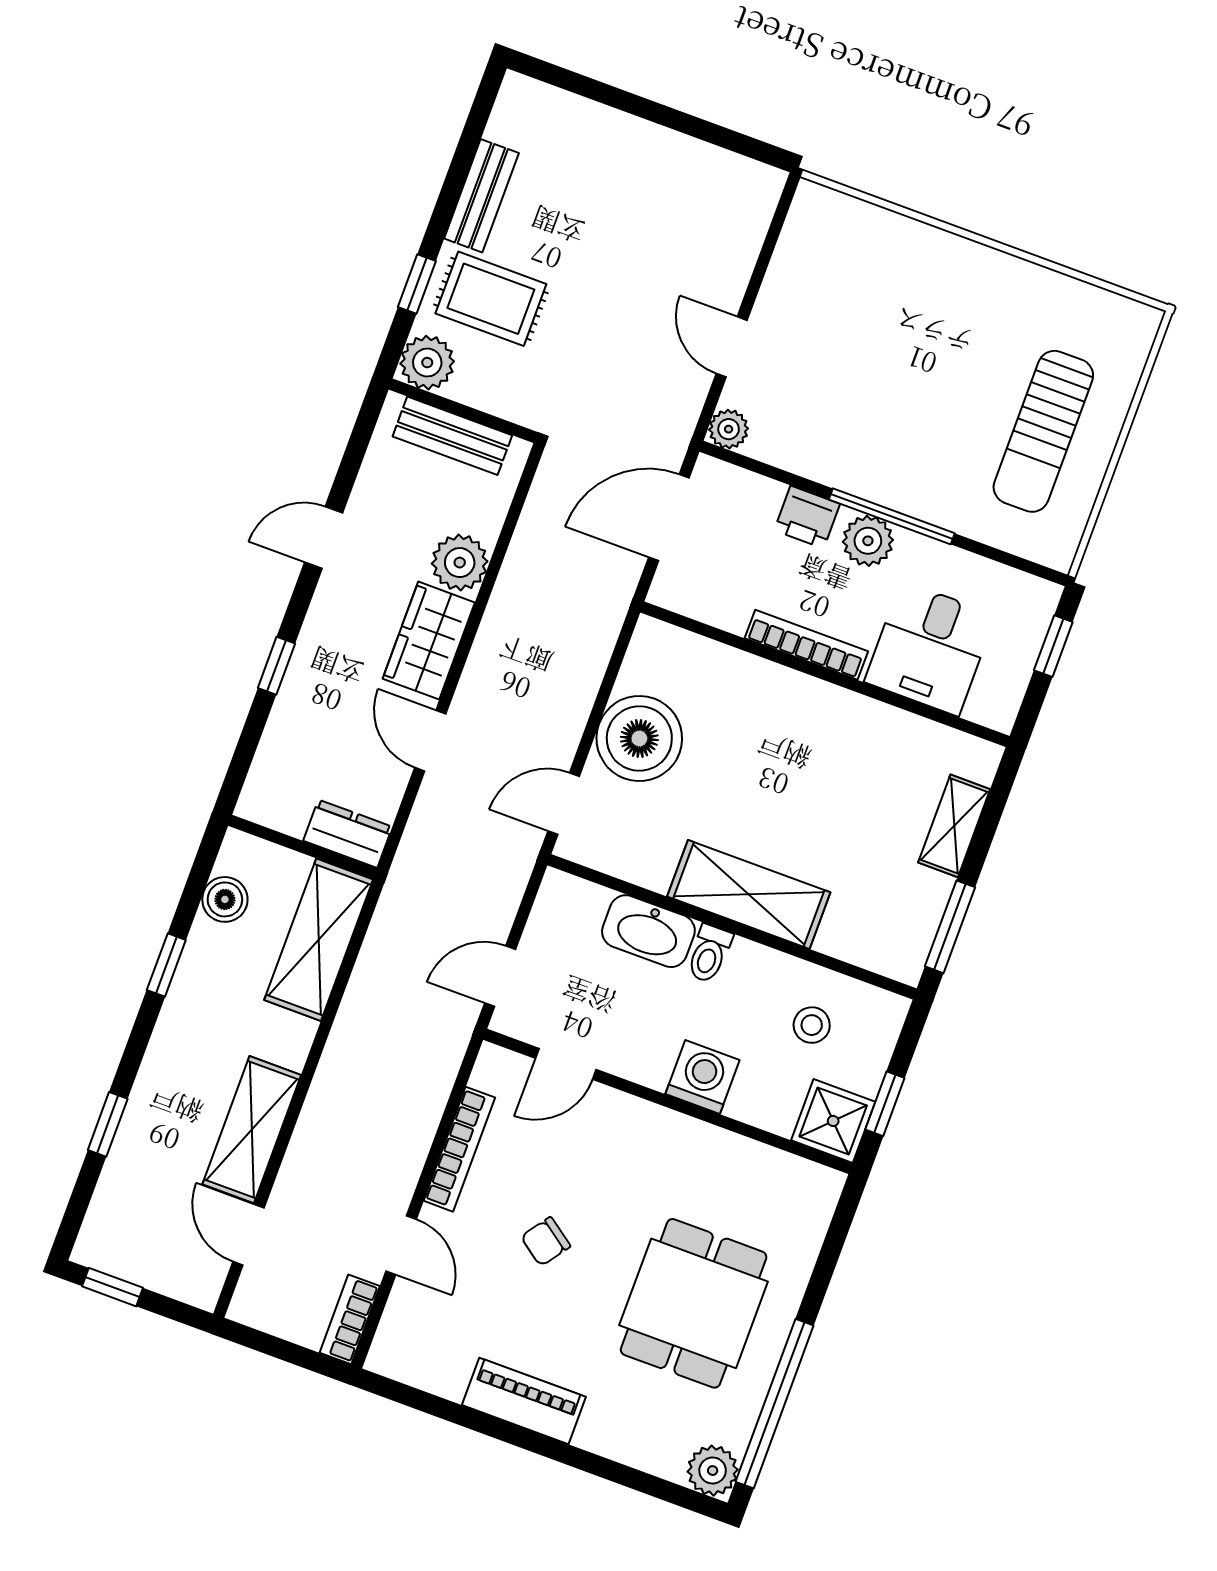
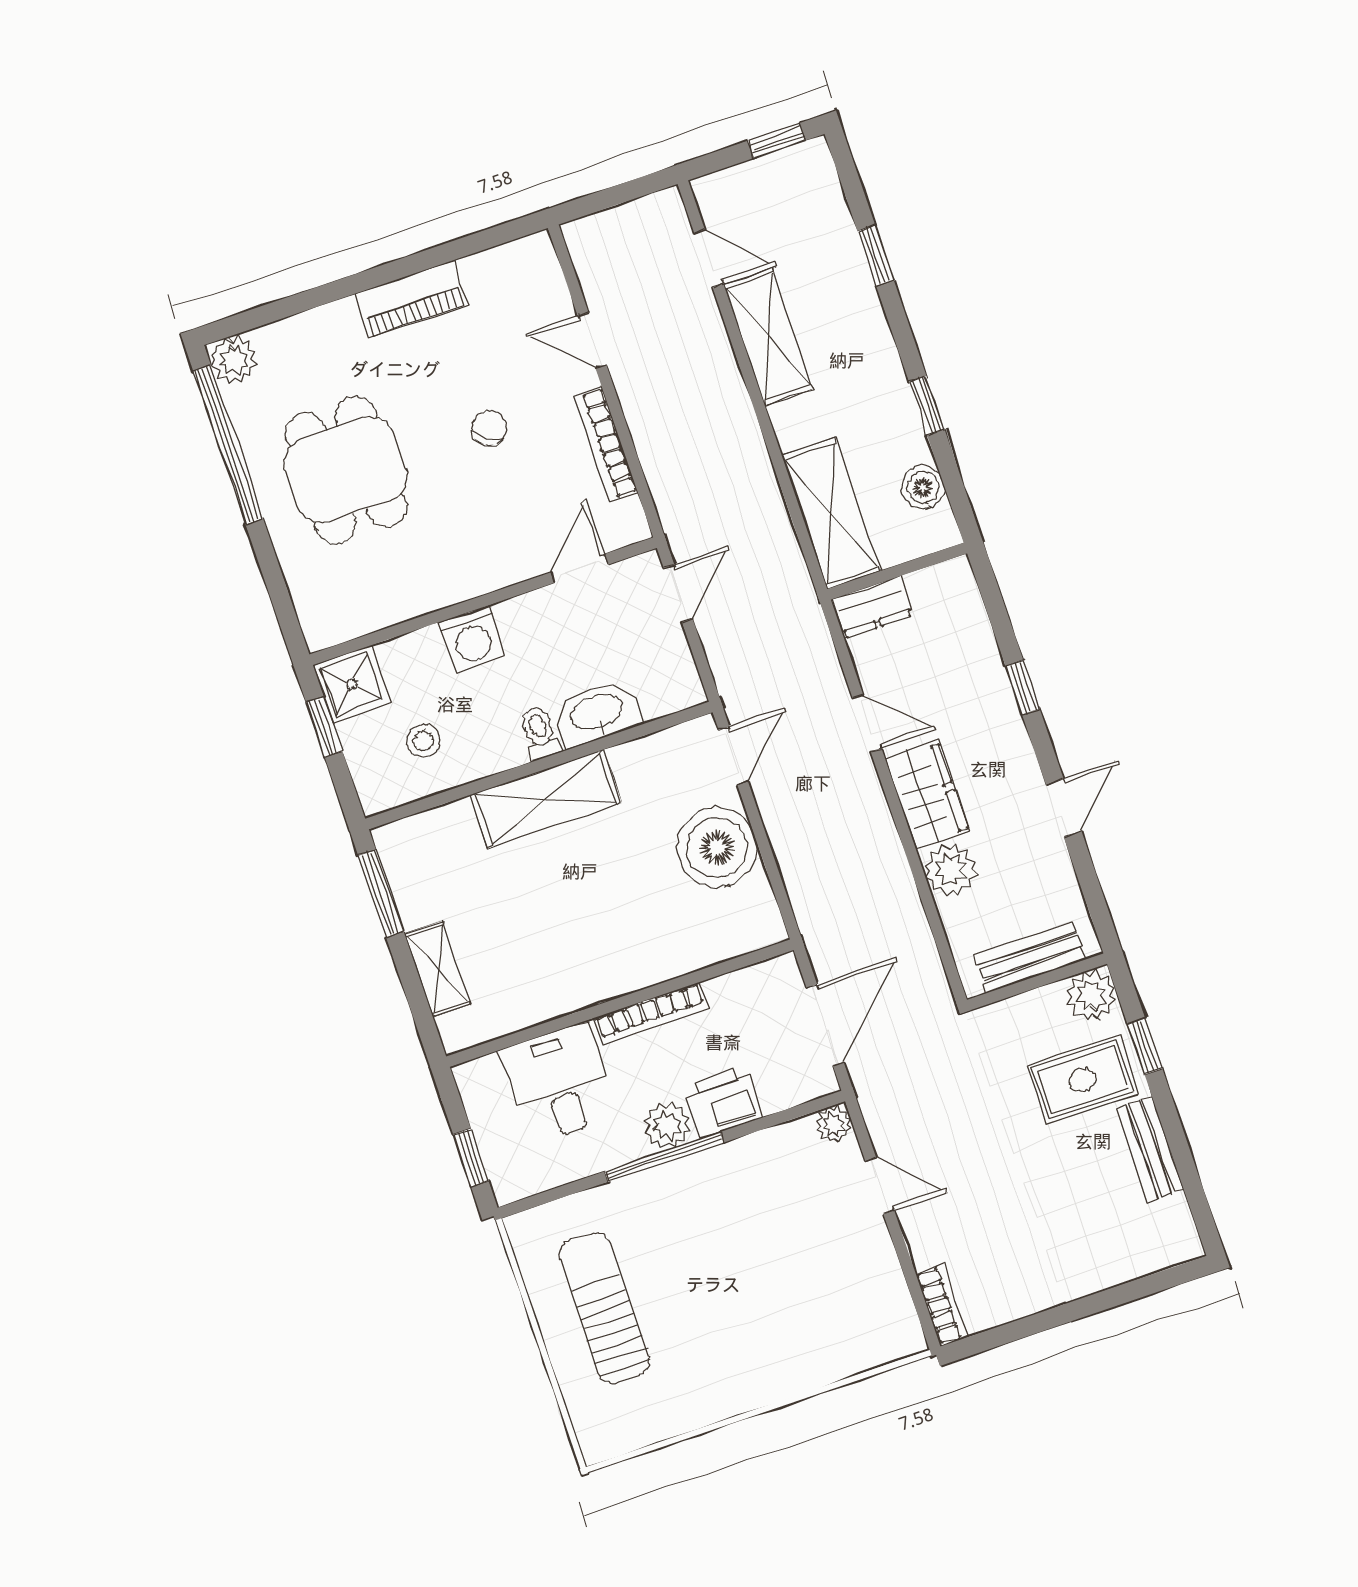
printer: (807, 517) -> (723, 1102), width x1.36, depth x1.24
bookcase: (350, 1319) -> (942, 1304), moved

